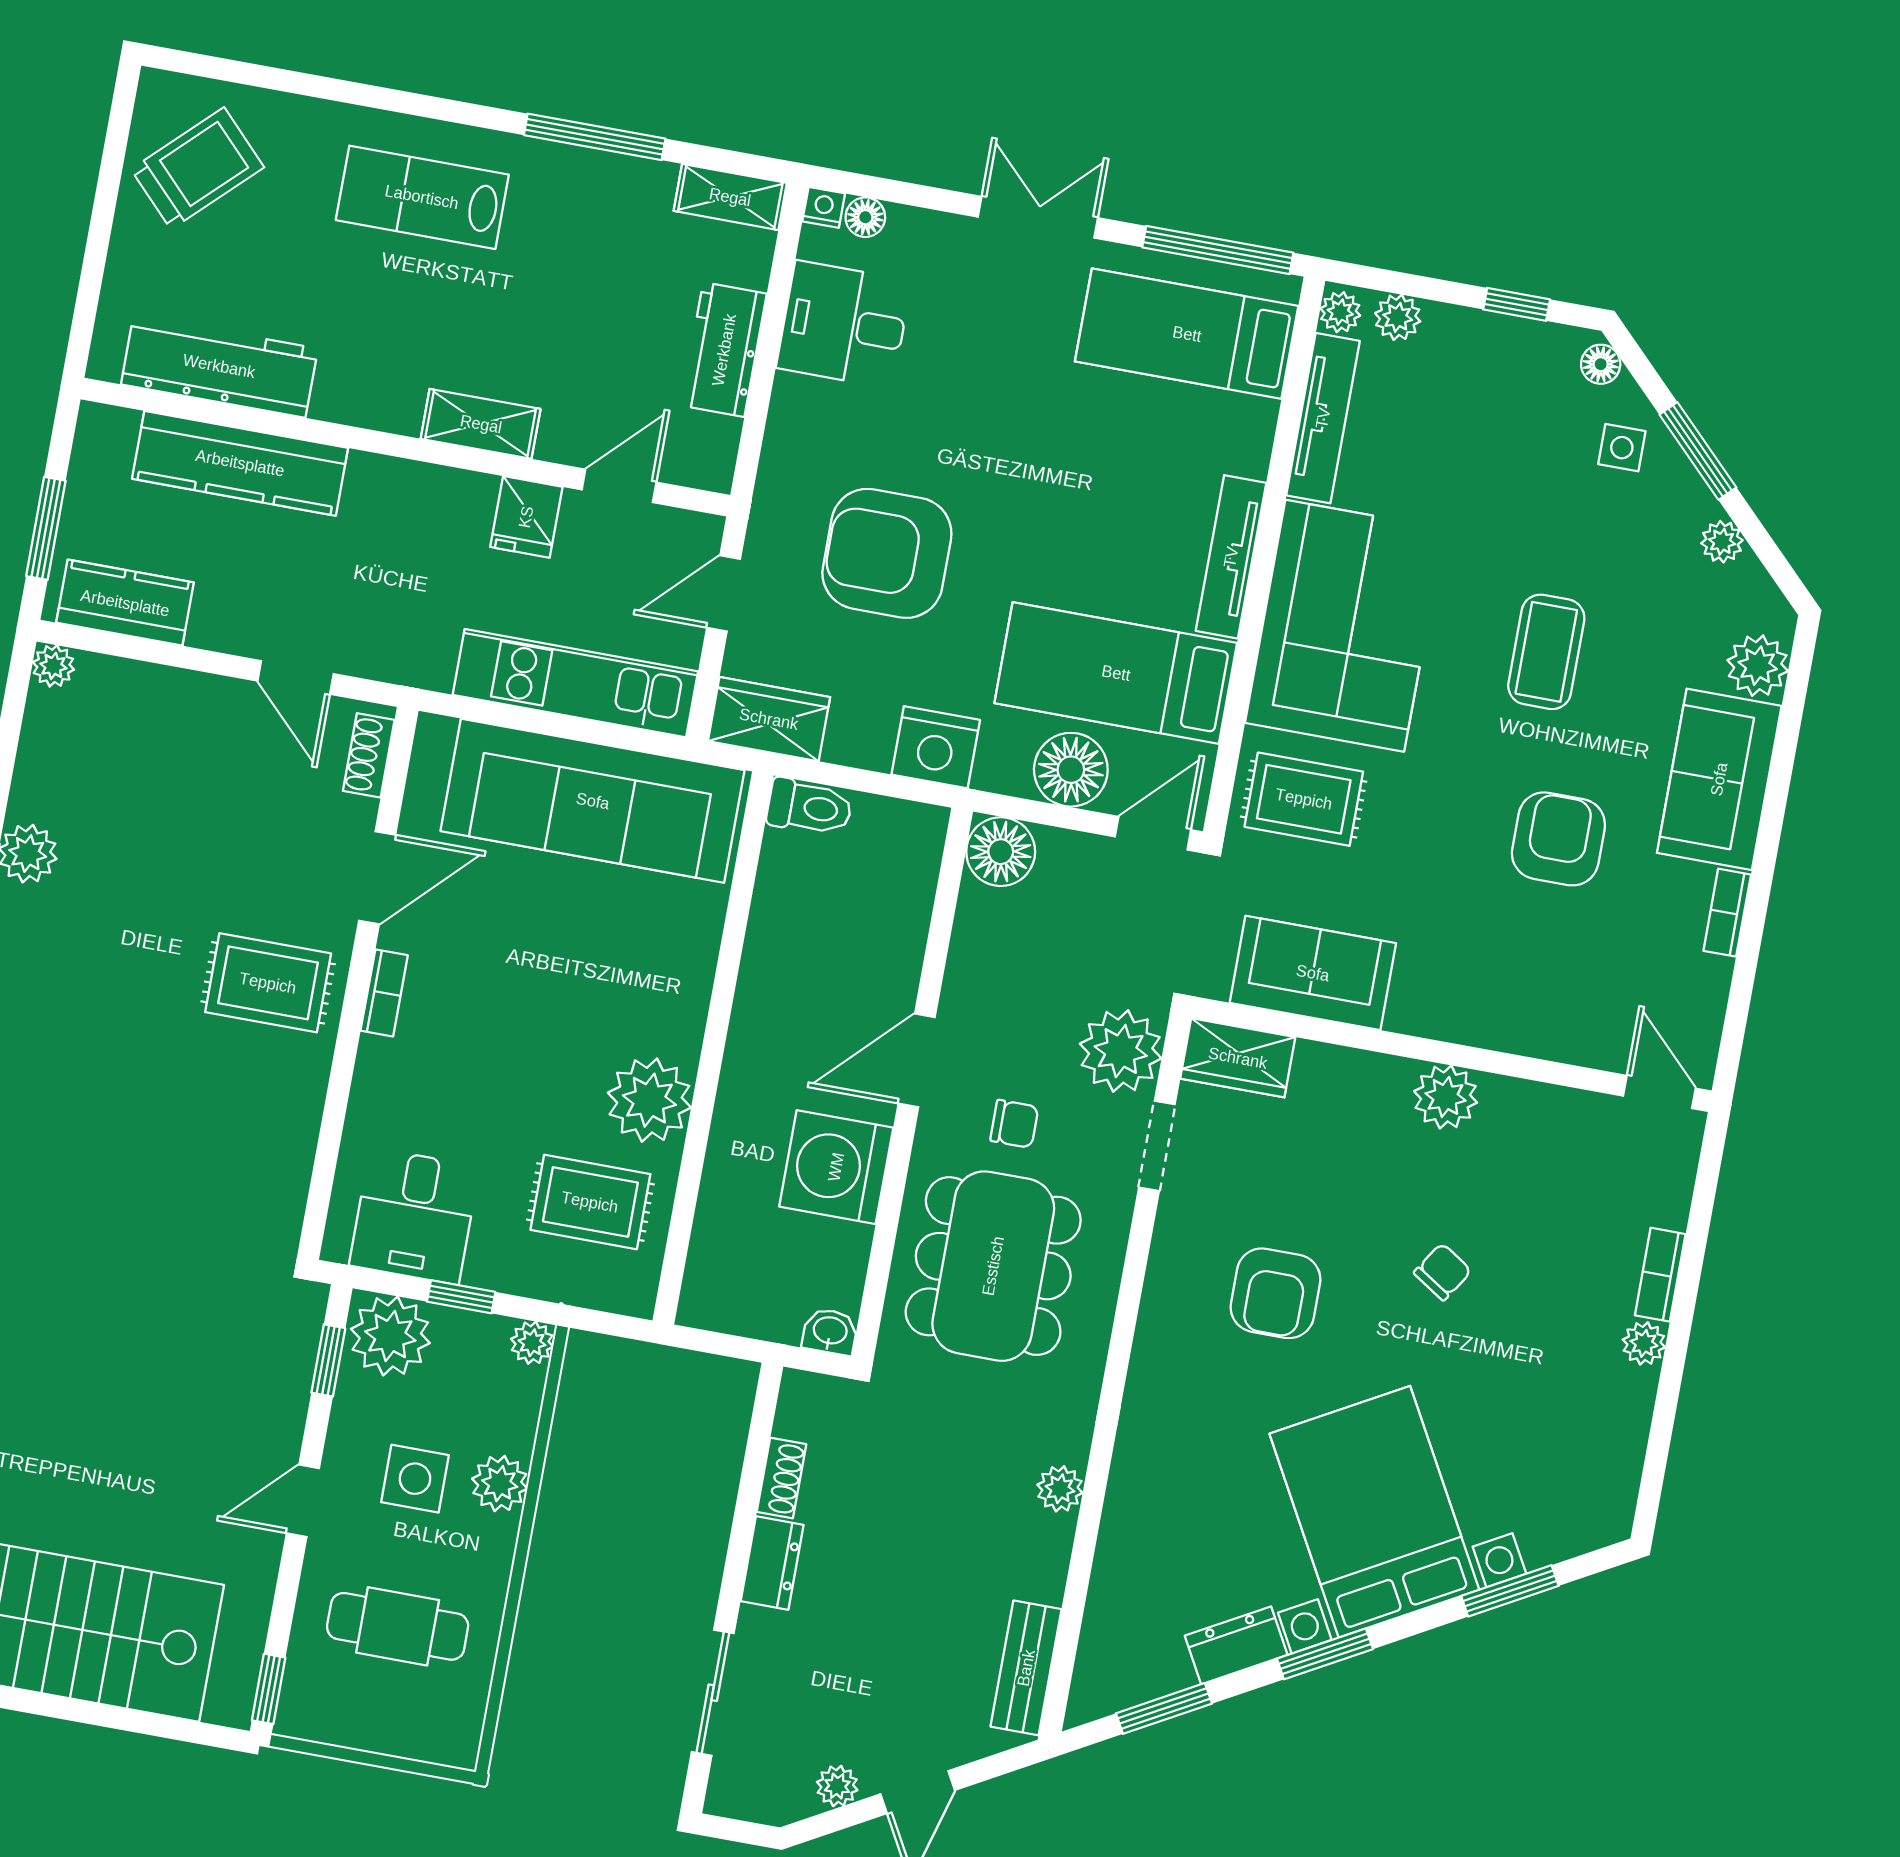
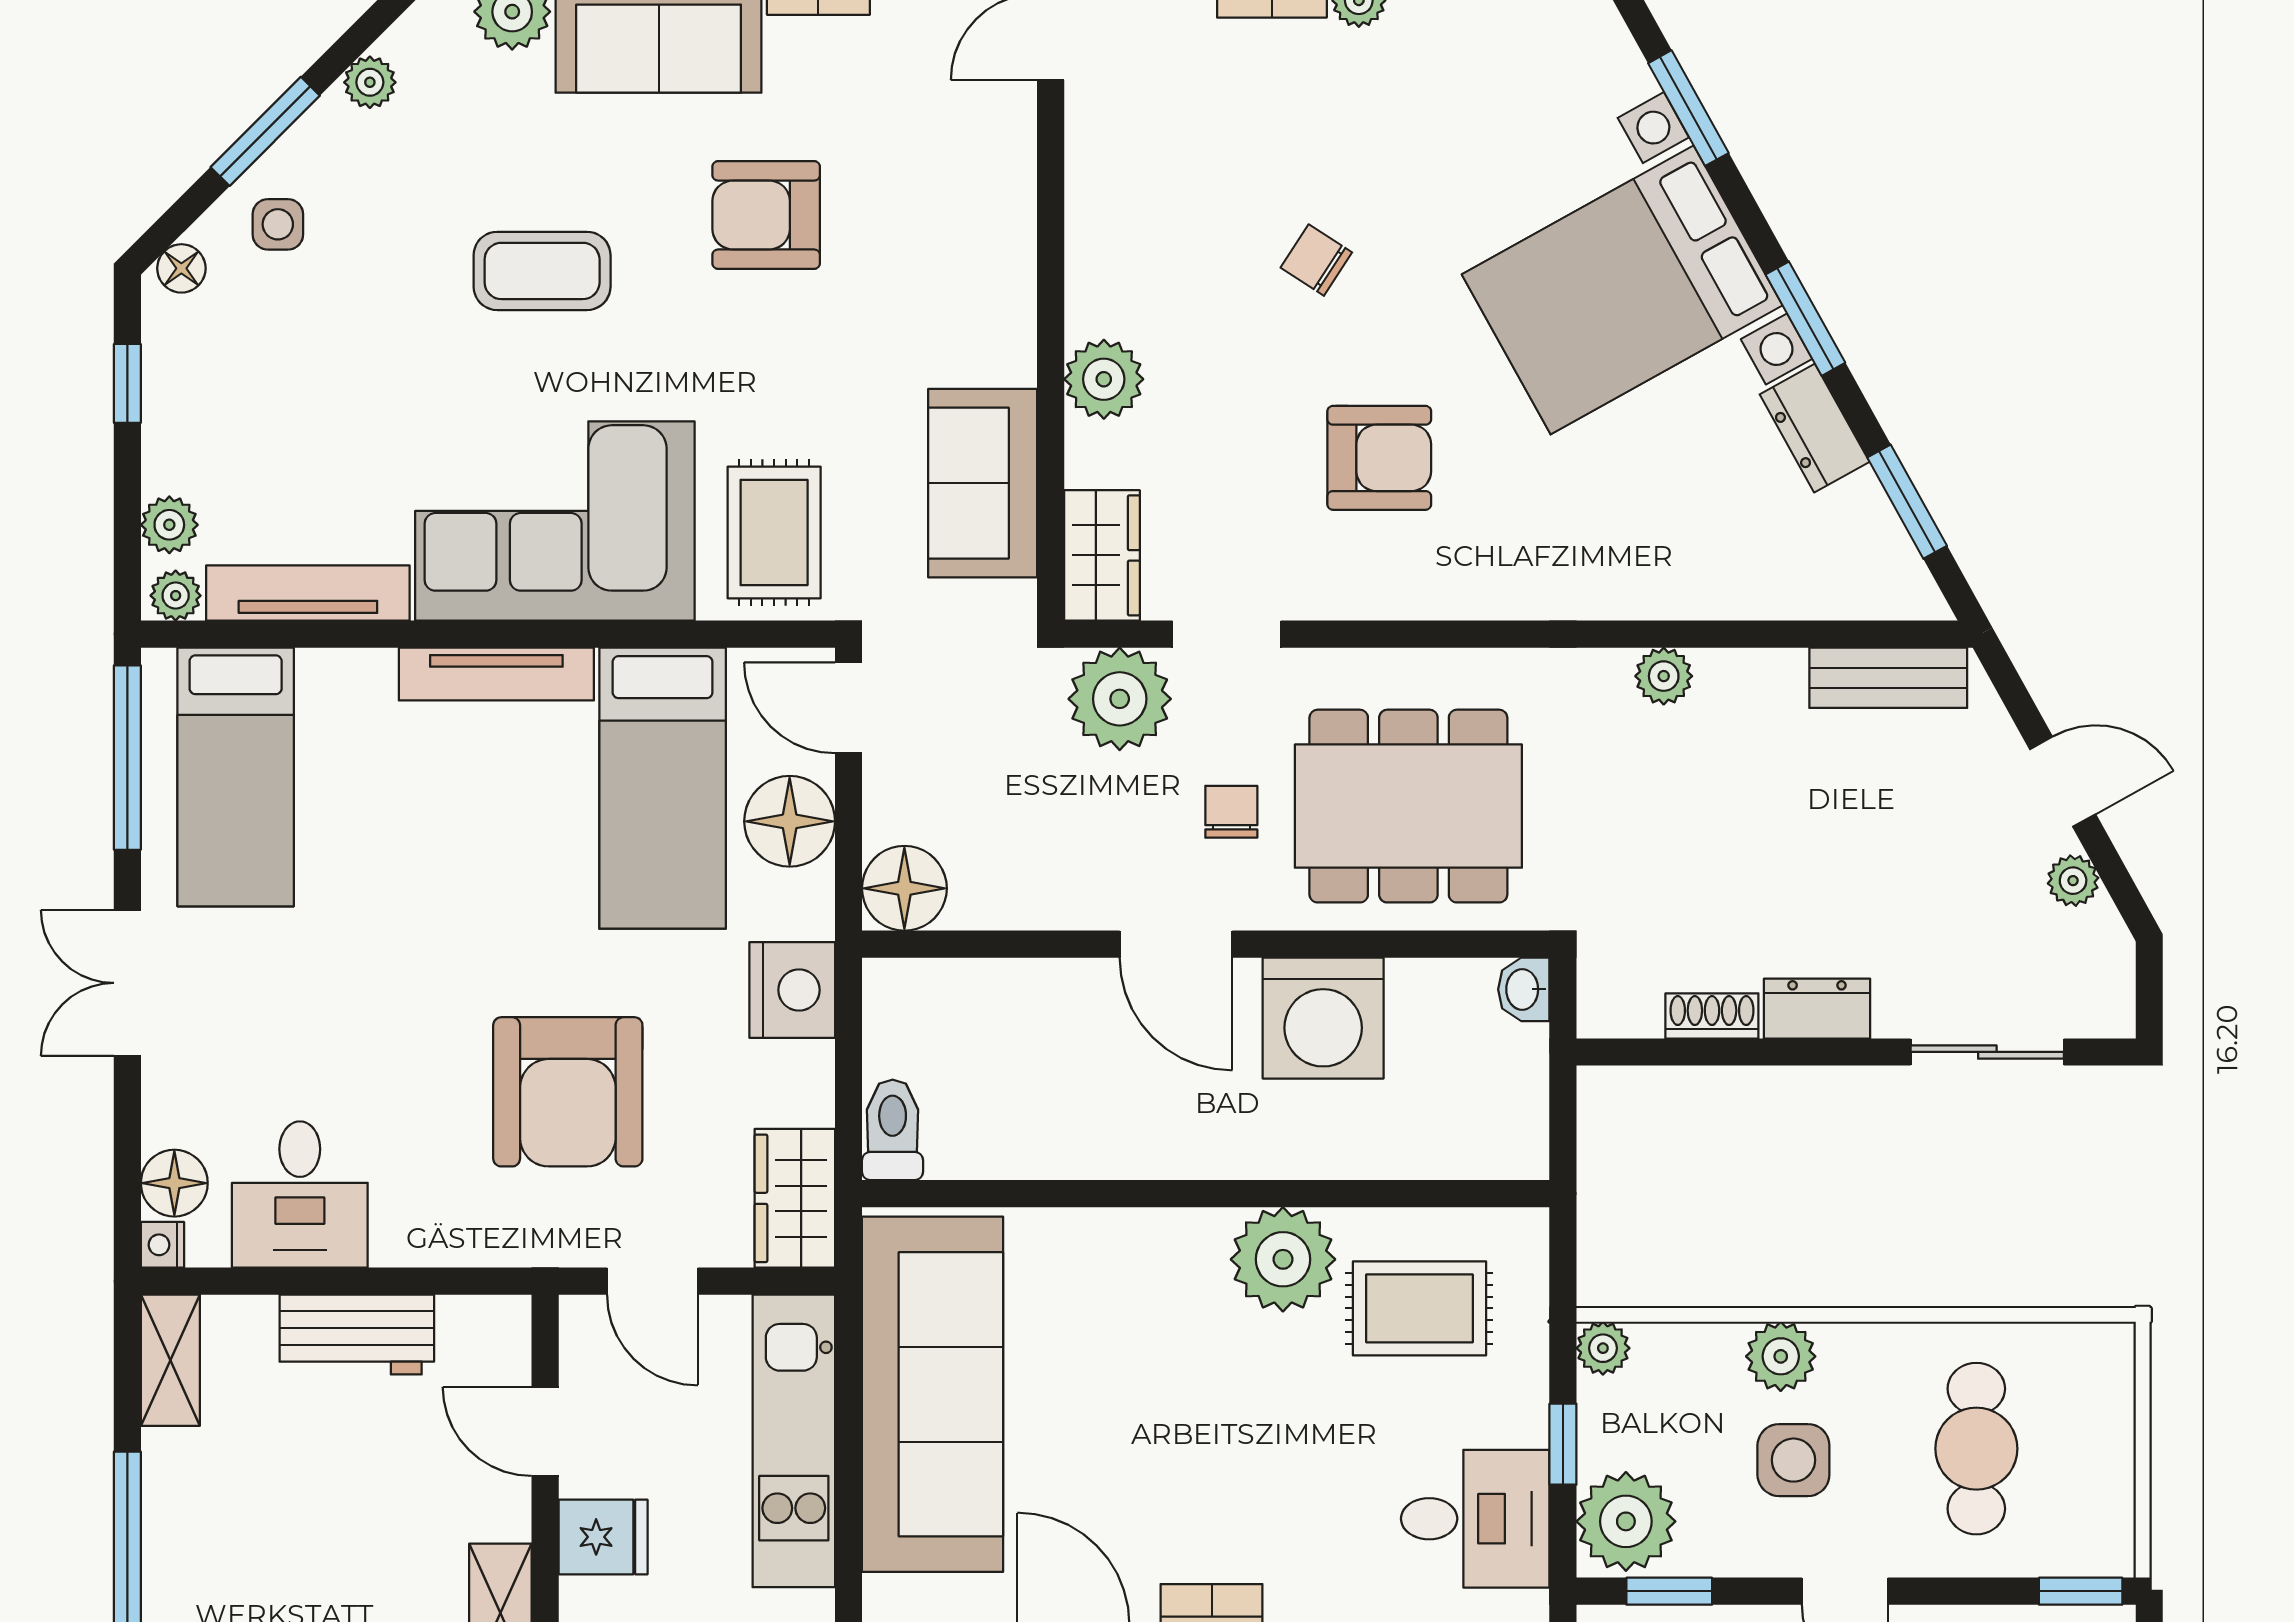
floor lamp: (865, 217) -> (174, 1183), width x1.37, depth x1.37
plant: (1446, 1097) -> (1104, 379), moved
rug: (590, 1202) -> (1419, 1308), turned 90

